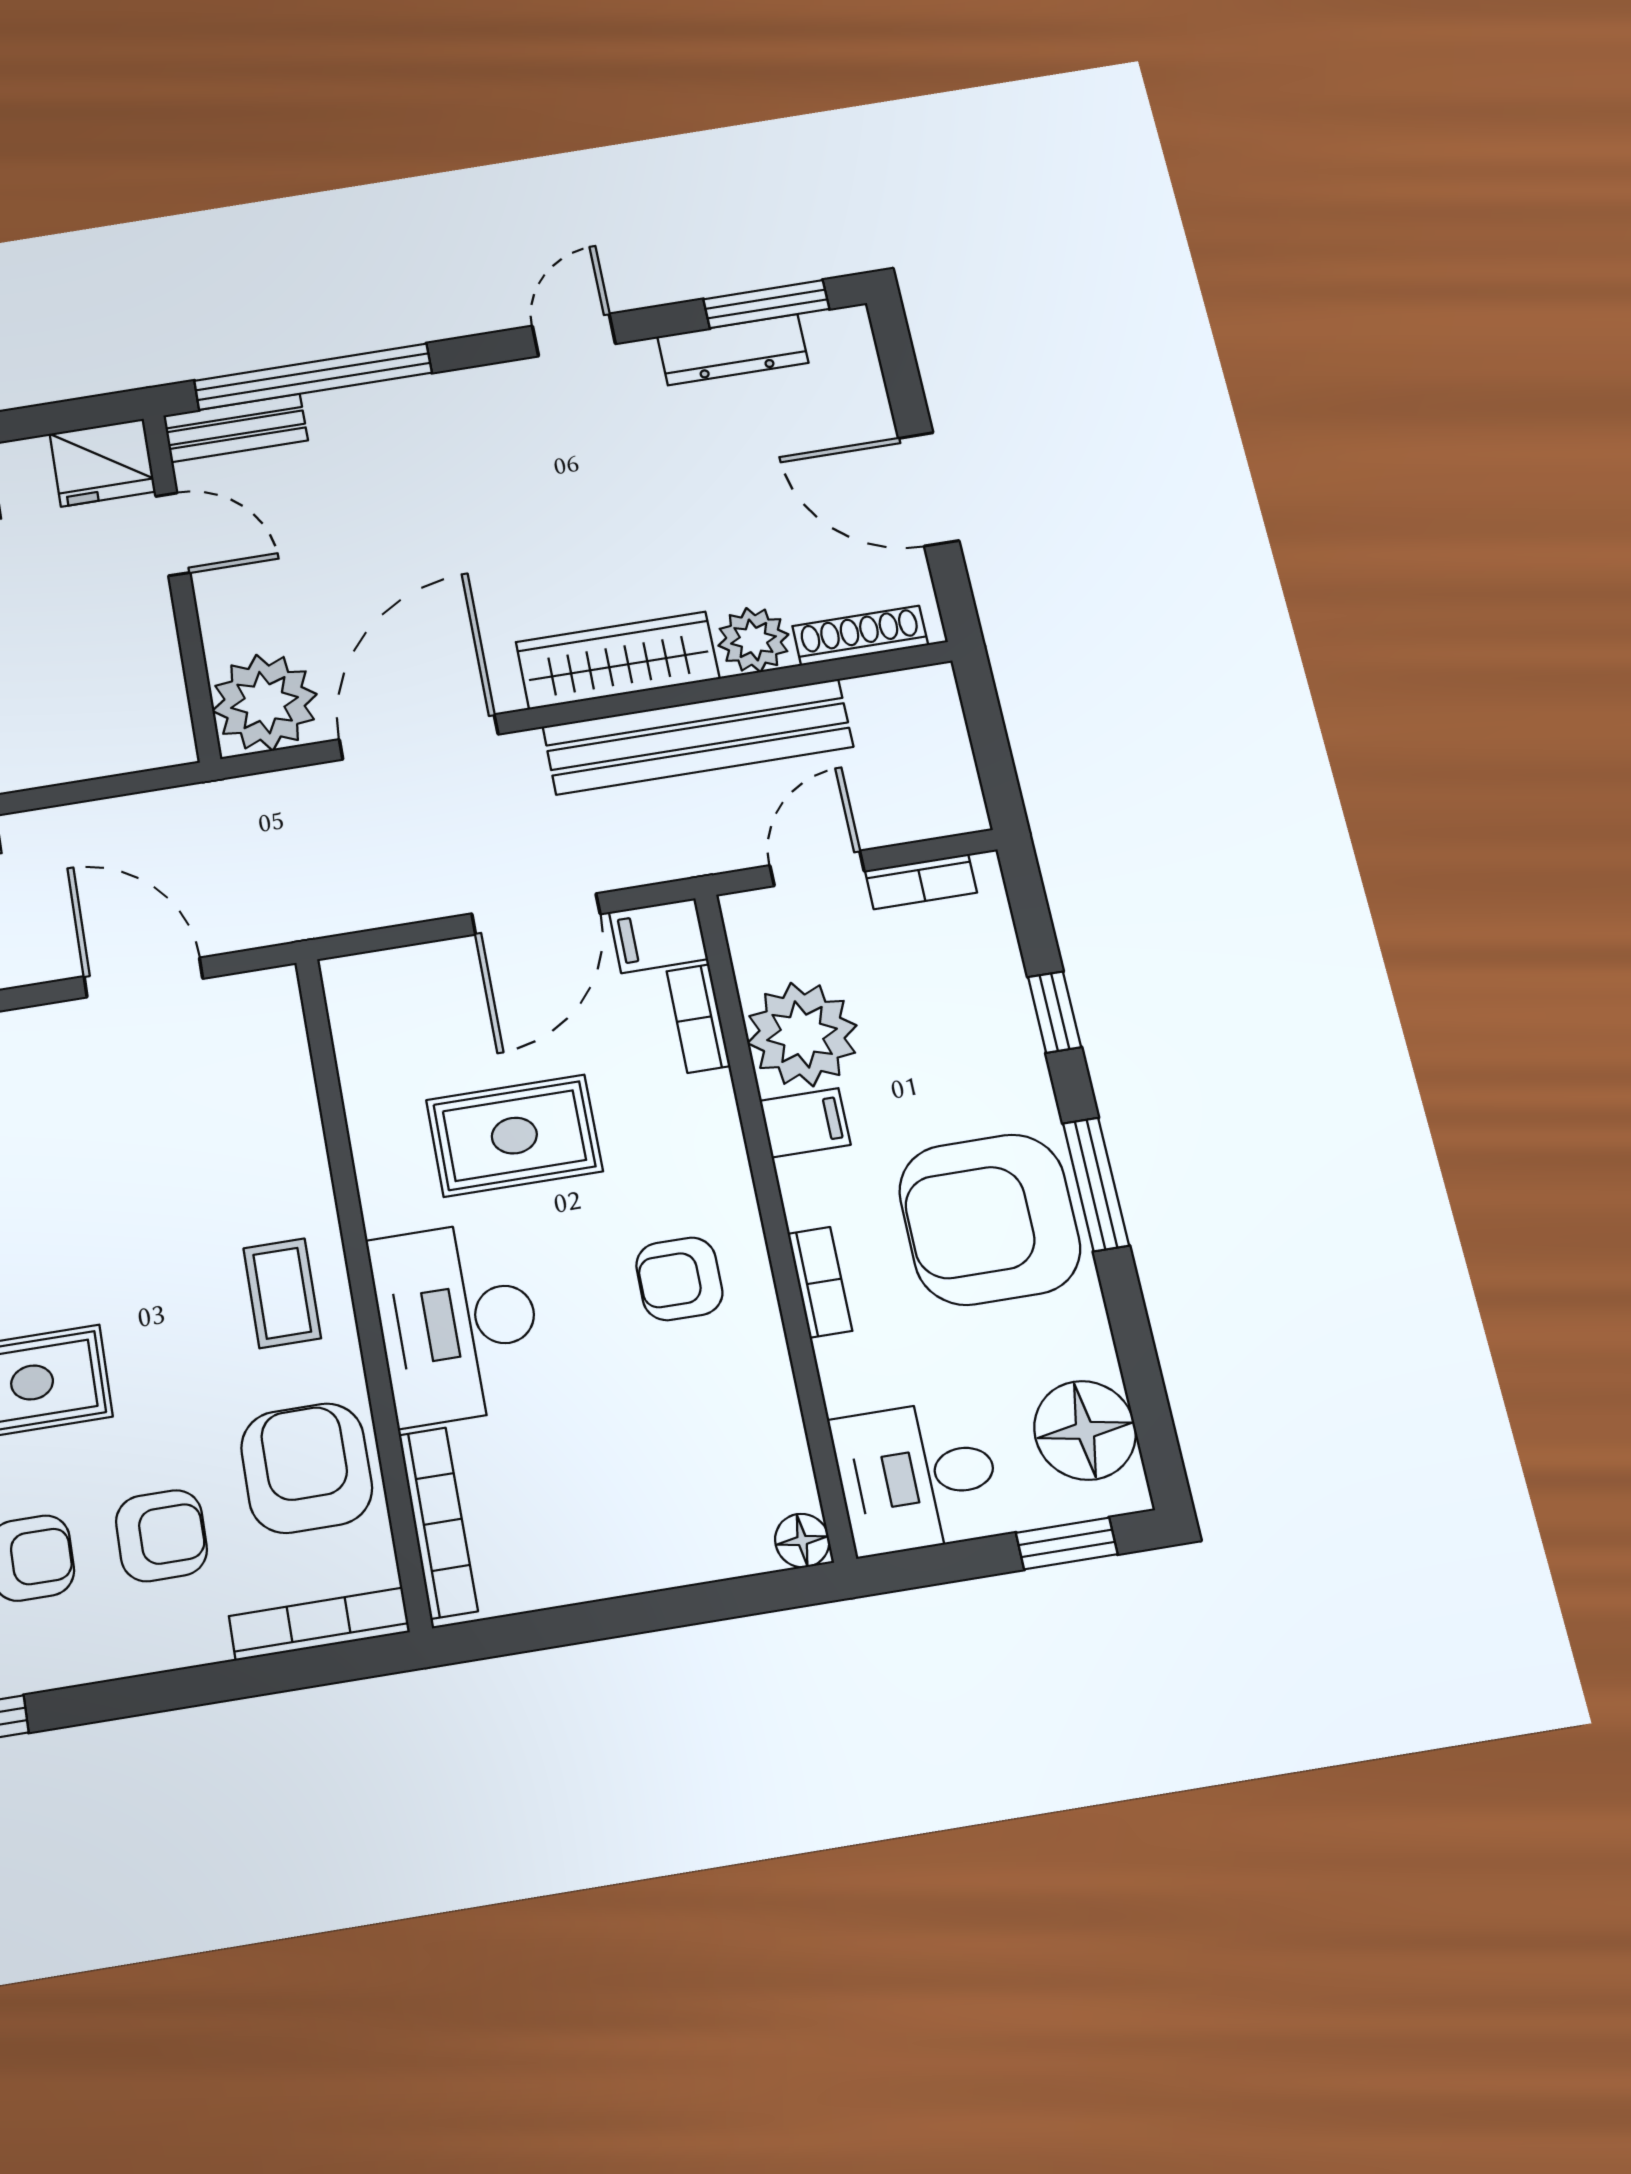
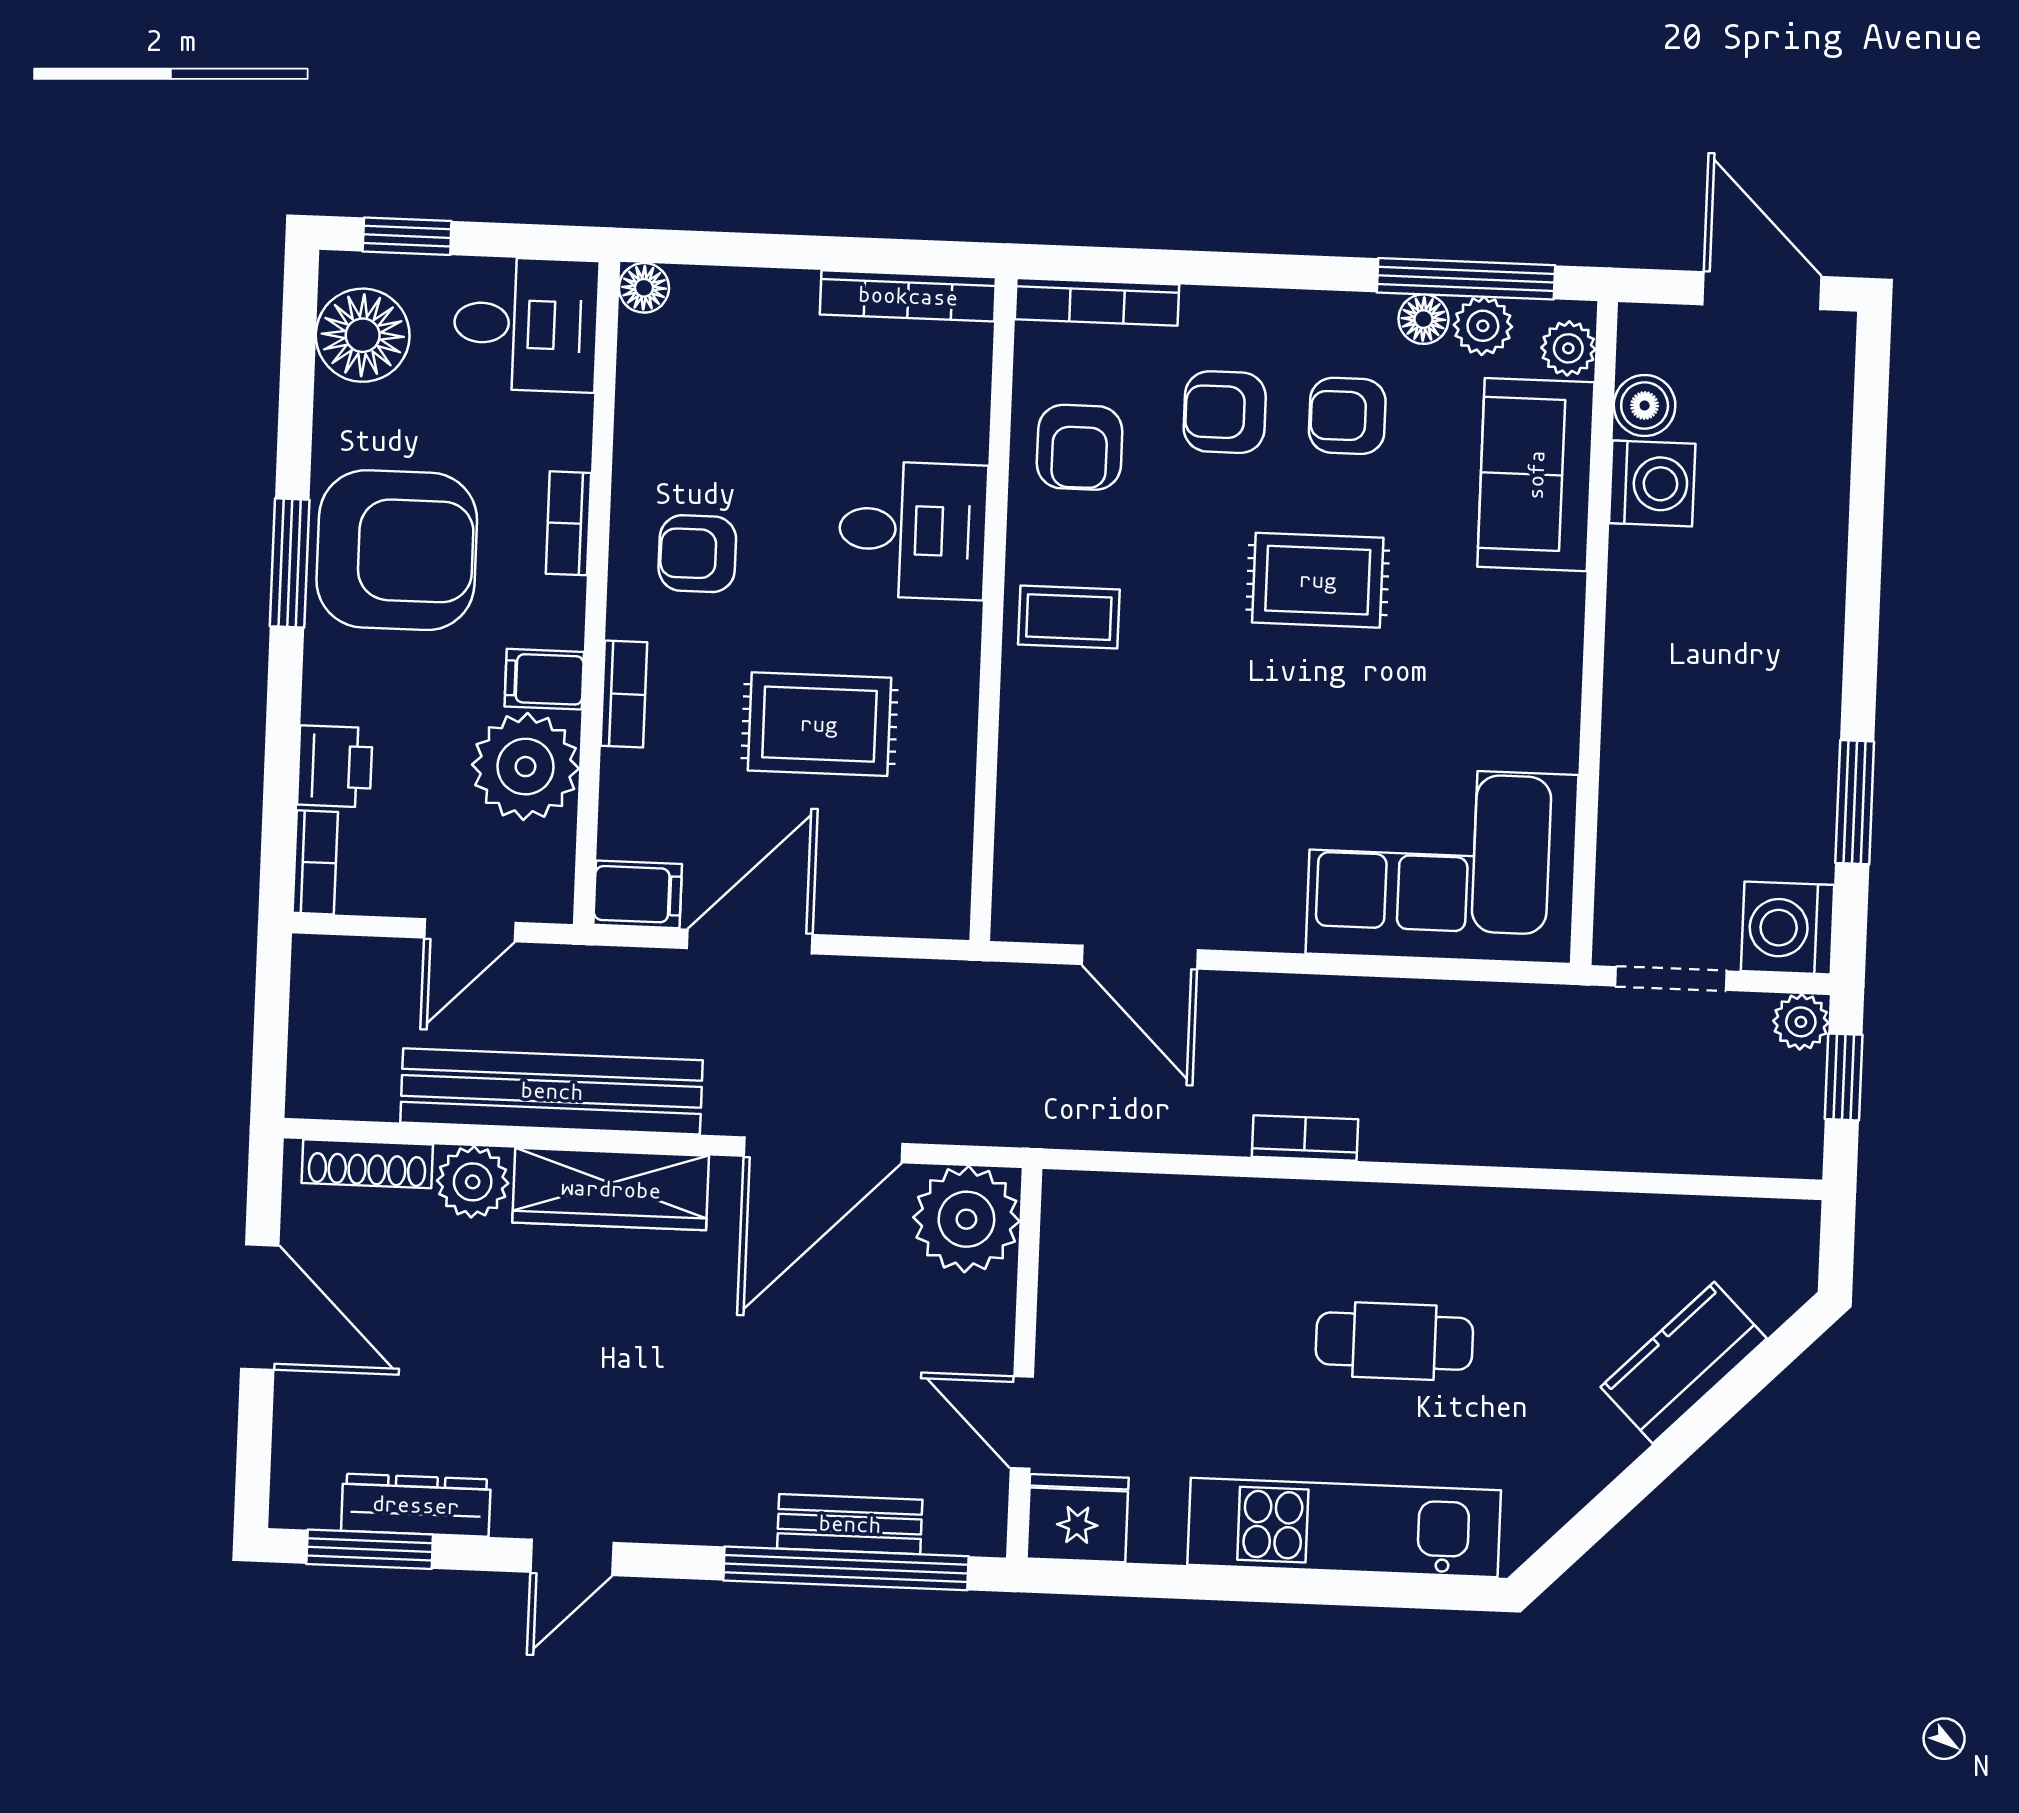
bench: (236, 428) -> (850, 1524), moved
bookcase: (921, 882) -> (315, 862), moved, turned 90
printer: (994, 996) -> (335, 766), added
window: (1055, 1012) -> (283, 738), removed
bookcase: (698, 1018) -> (624, 694), moved
armchair: (679, 1279) -> (697, 554), turned 180
coffee table: (282, 1293) -> (1069, 617), turned 90
desk: (457, 1322) -> (913, 530), width x0.73
armchair: (307, 1468) -> (1080, 447), width x0.72, depth x0.72
bookcase: (438, 1523) -> (908, 296), moved, turned -90

